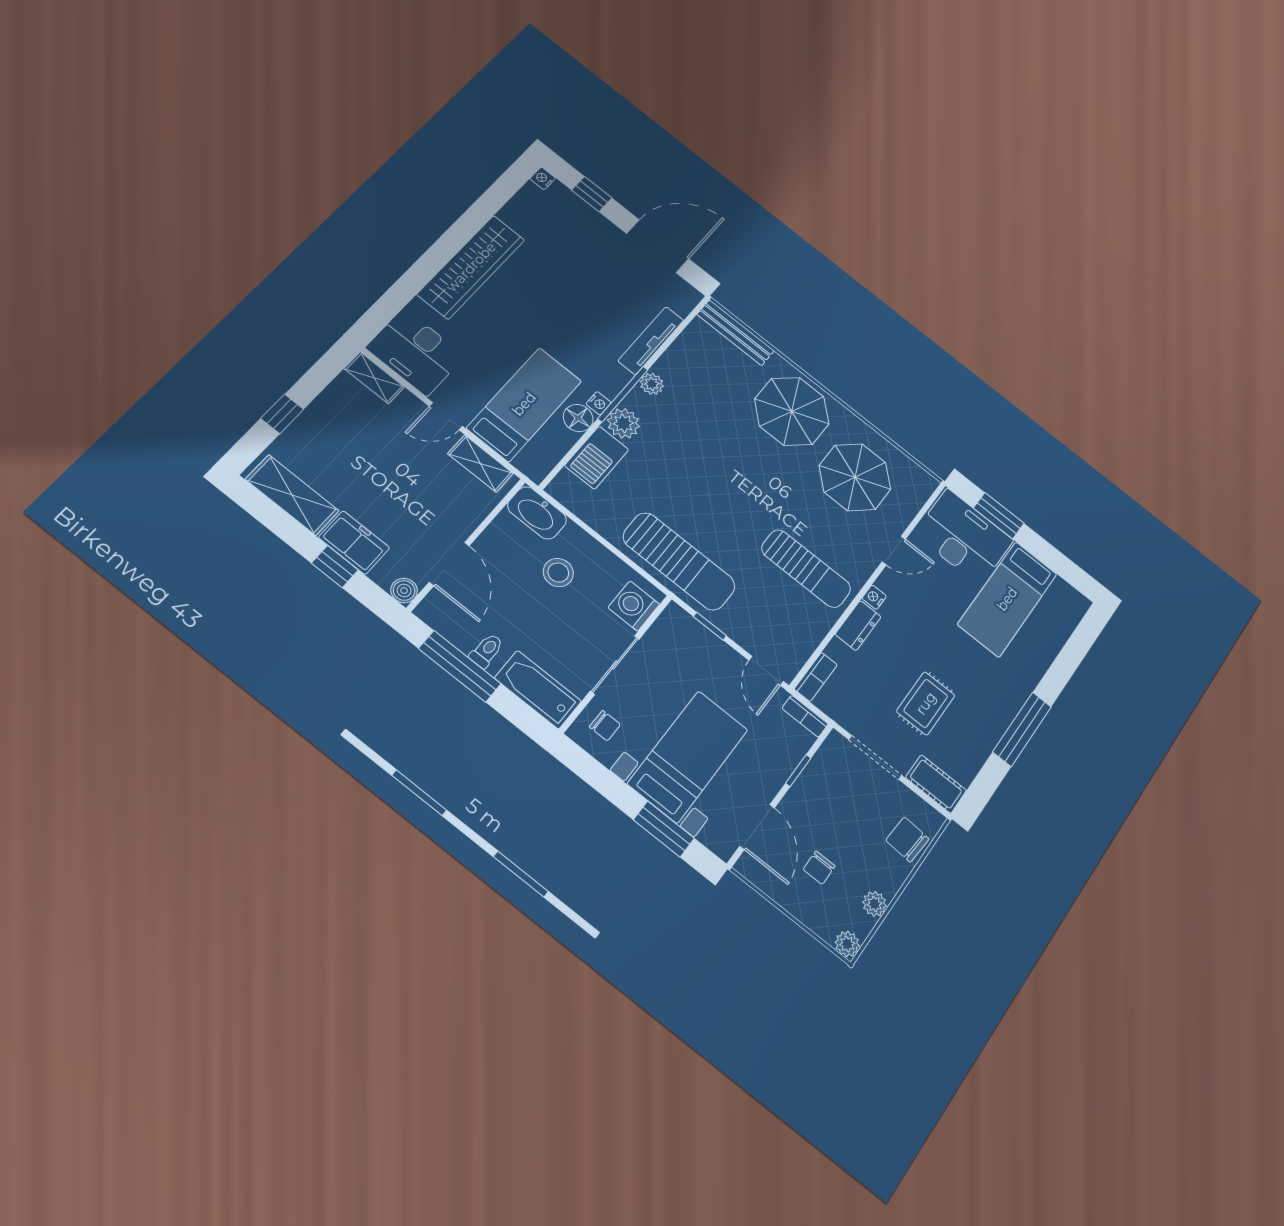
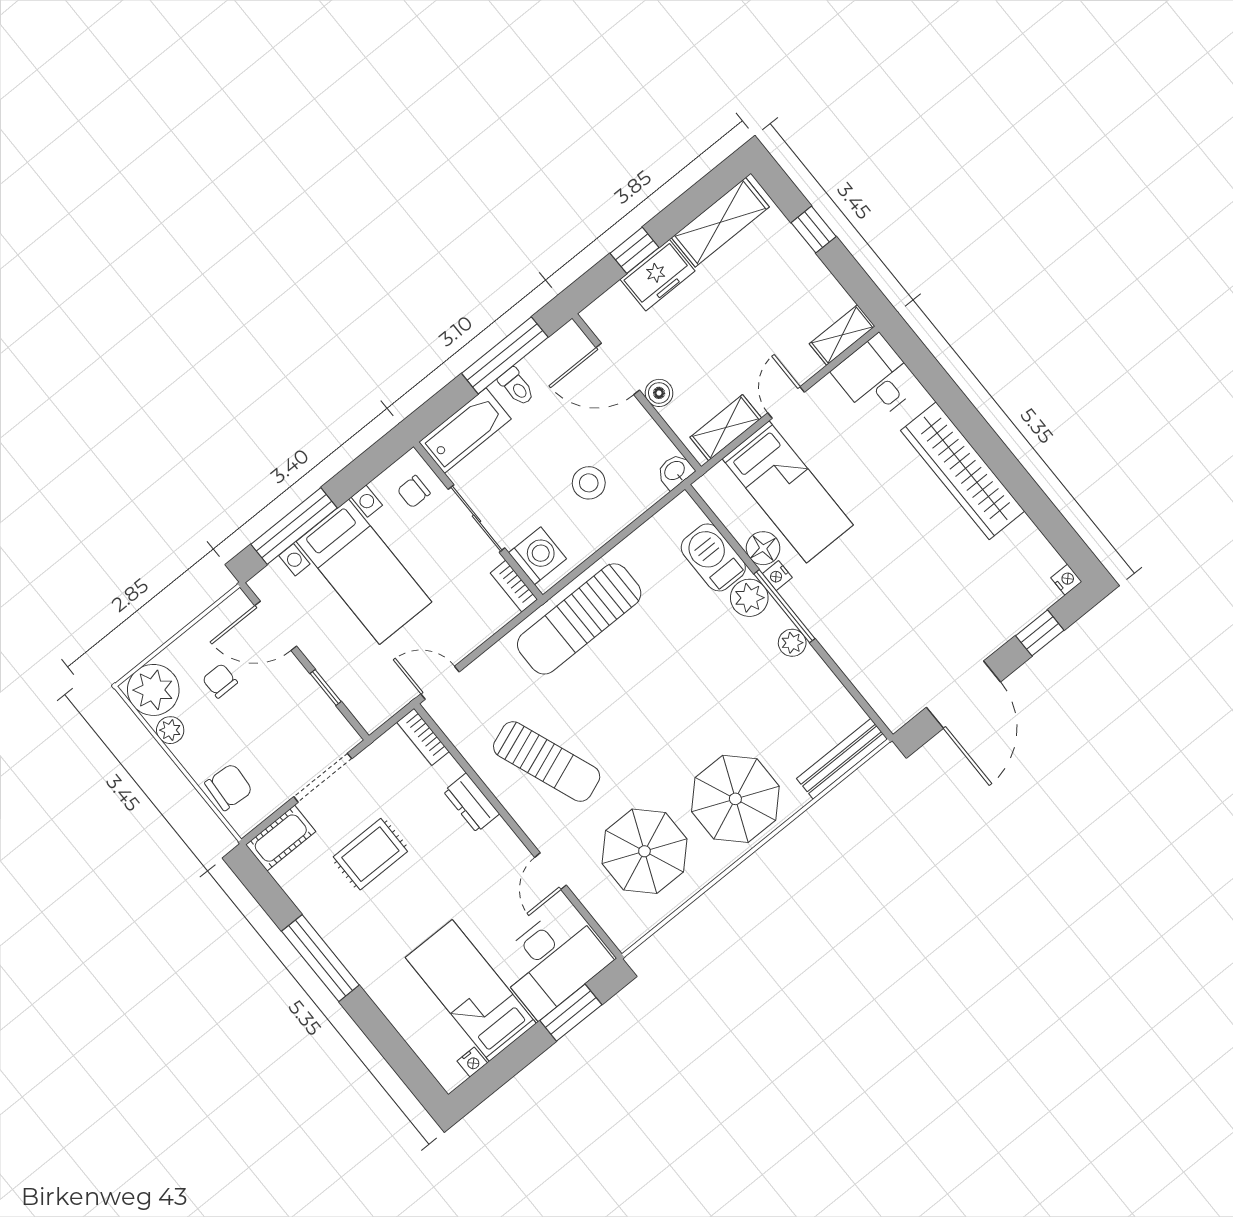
tv unit: (651, 341) -> (845, 656), removed
desk: (415, 352) -> (876, 378), width x0.73
washbasin: (537, 513) -> (675, 471), width x0.52, depth x0.69
sun lounger: (806, 569) -> (547, 762), turned -111
boiler: (404, 591) -> (659, 393), moved
nightstand: (874, 597) -> (472, 1062), moved, turned 90
window: (710, 626) -> (500, 634), removed
rug: (926, 703) -> (370, 854), turned 90
bookcase: (805, 716) -> (514, 586), moved, turned -90
window: (664, 829) -> (294, 526), width x1.44
plant: (847, 944) -> (153, 690), width x1.87, depth x1.87

